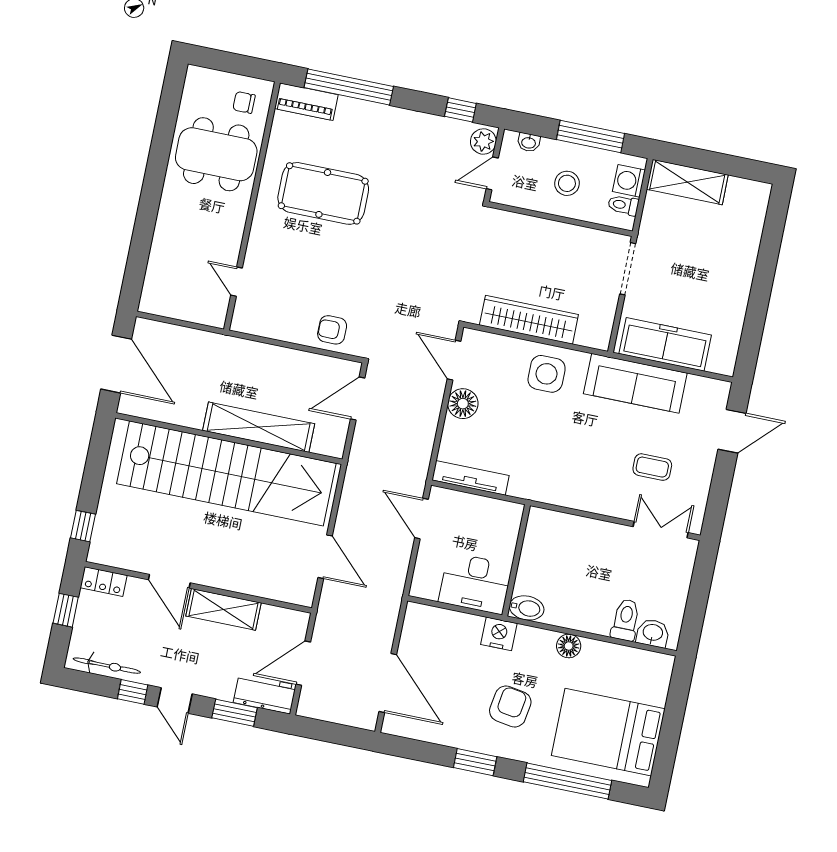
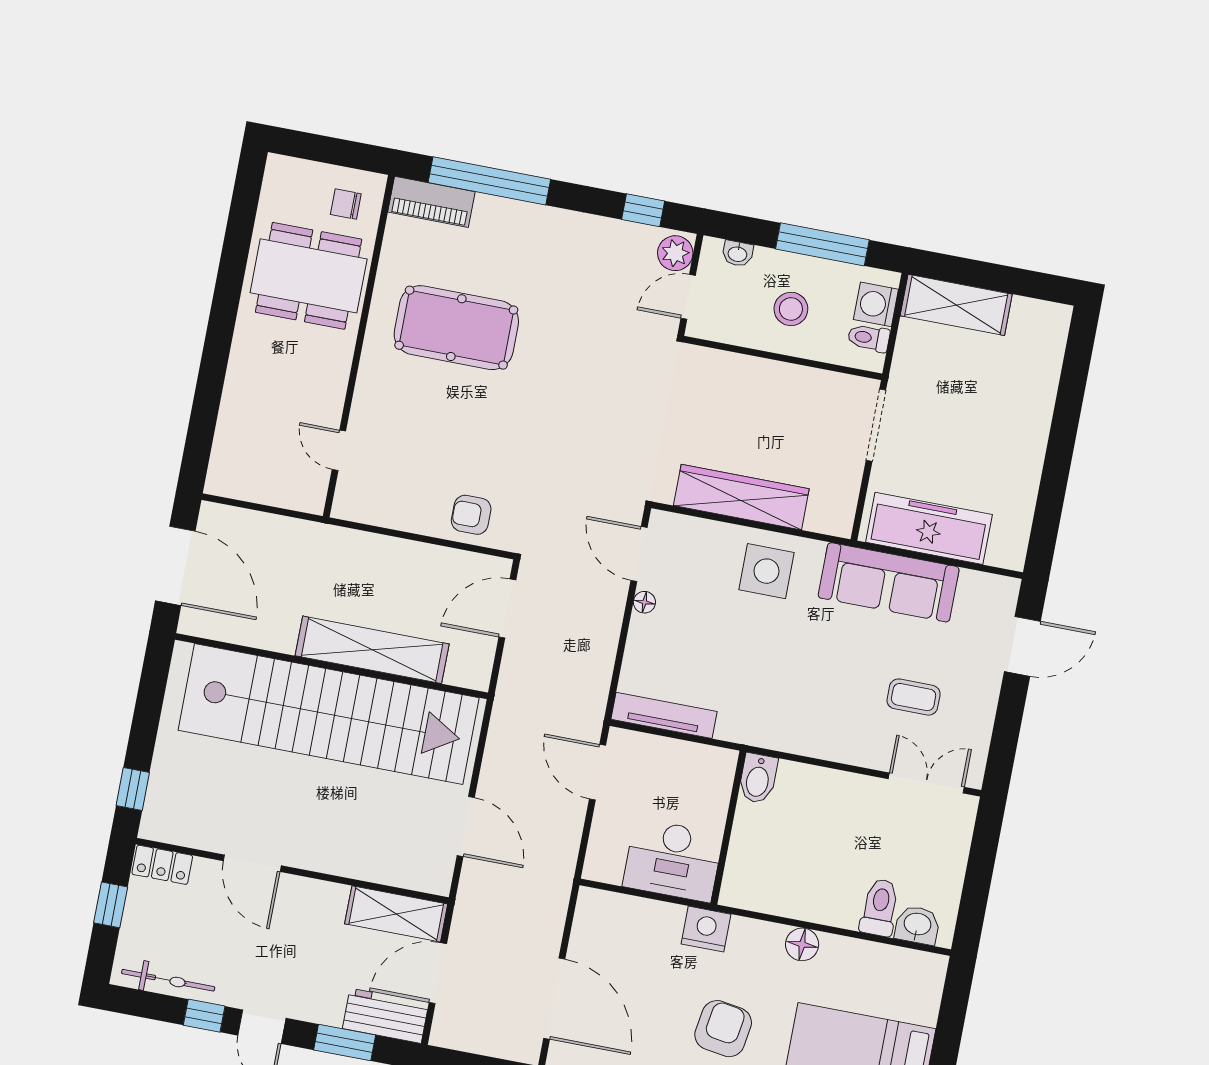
floor lamp: (463, 404) -> (644, 602), width x0.53, depth x0.53
bidet: (527, 608) -> (758, 778), moved, turned 90
shelving: (223, 609) -> (396, 914), moved

